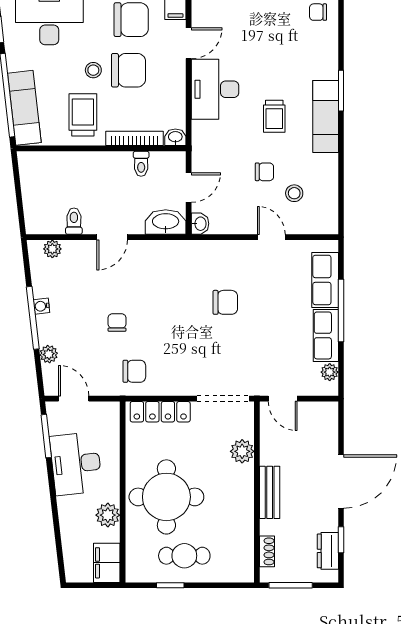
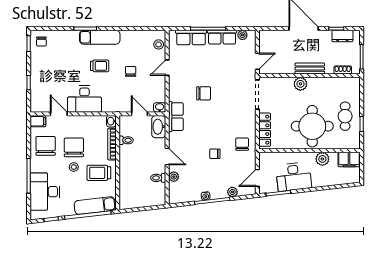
stool: (294, 193) -> (159, 44), moved
plant: (52, 249) -> (174, 177), moved
row of seats: (184, 253) -> (176, 117), added
chair: (225, 302) -> (204, 93), turned 90
plant: (242, 451) -> (300, 84), moved

